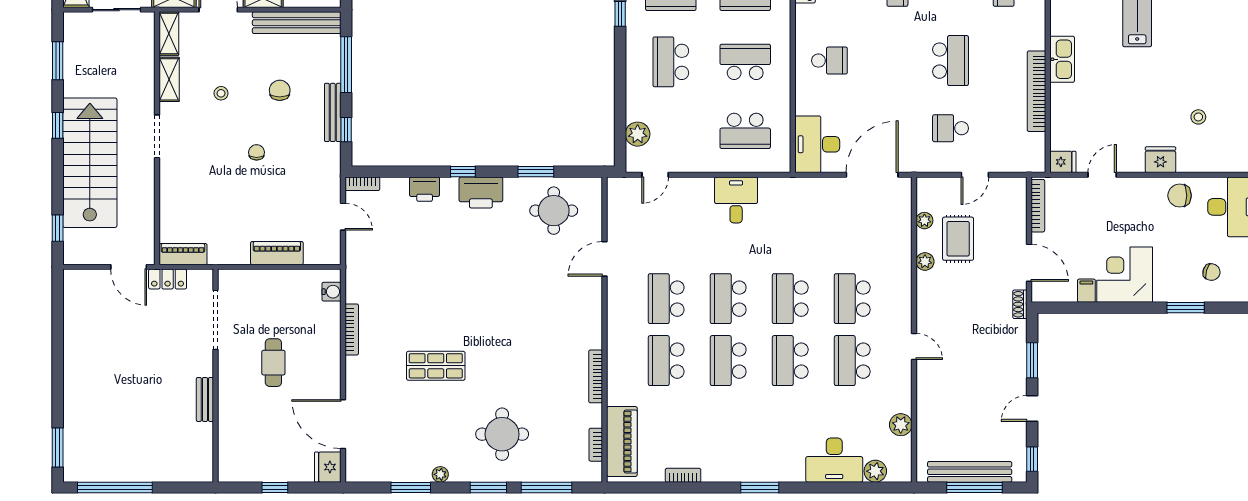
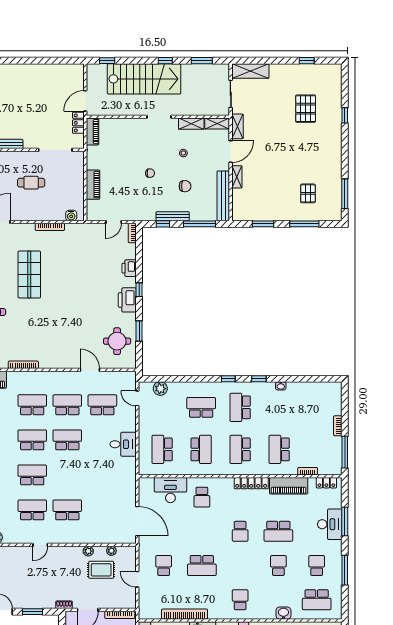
desk: (817, 144) -> (170, 490), moved
school desk: (790, 299) -> (102, 405), moved
shop shelf: (436, 366) -> (29, 274), width x1.43, depth x1.36

